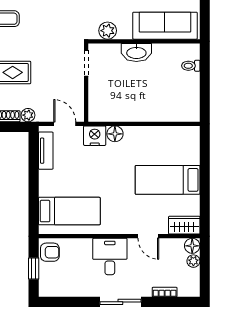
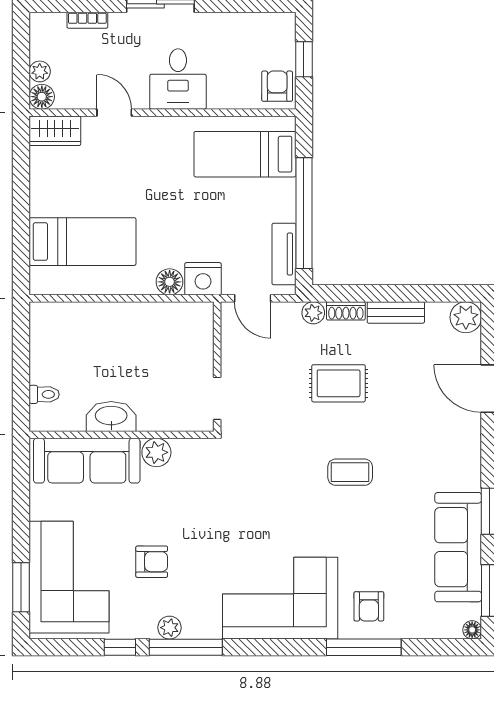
plant: (108, 31) -> (156, 452), moved
washbasin: (136, 52) -> (111, 416), moved
window: (34, 175) -> (304, 213), added
bed: (168, 180) -> (82, 242), moved
armchair: (50, 252) -> (277, 86), turned 90

